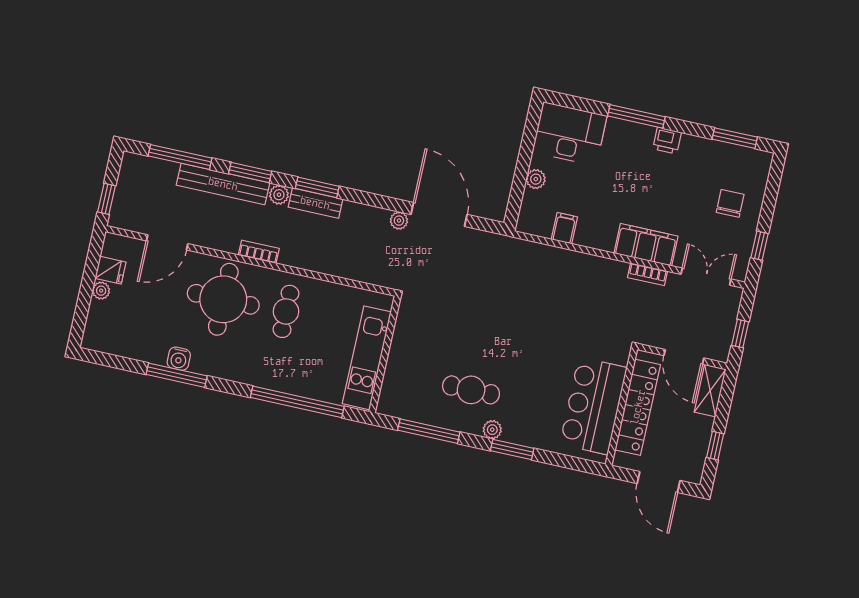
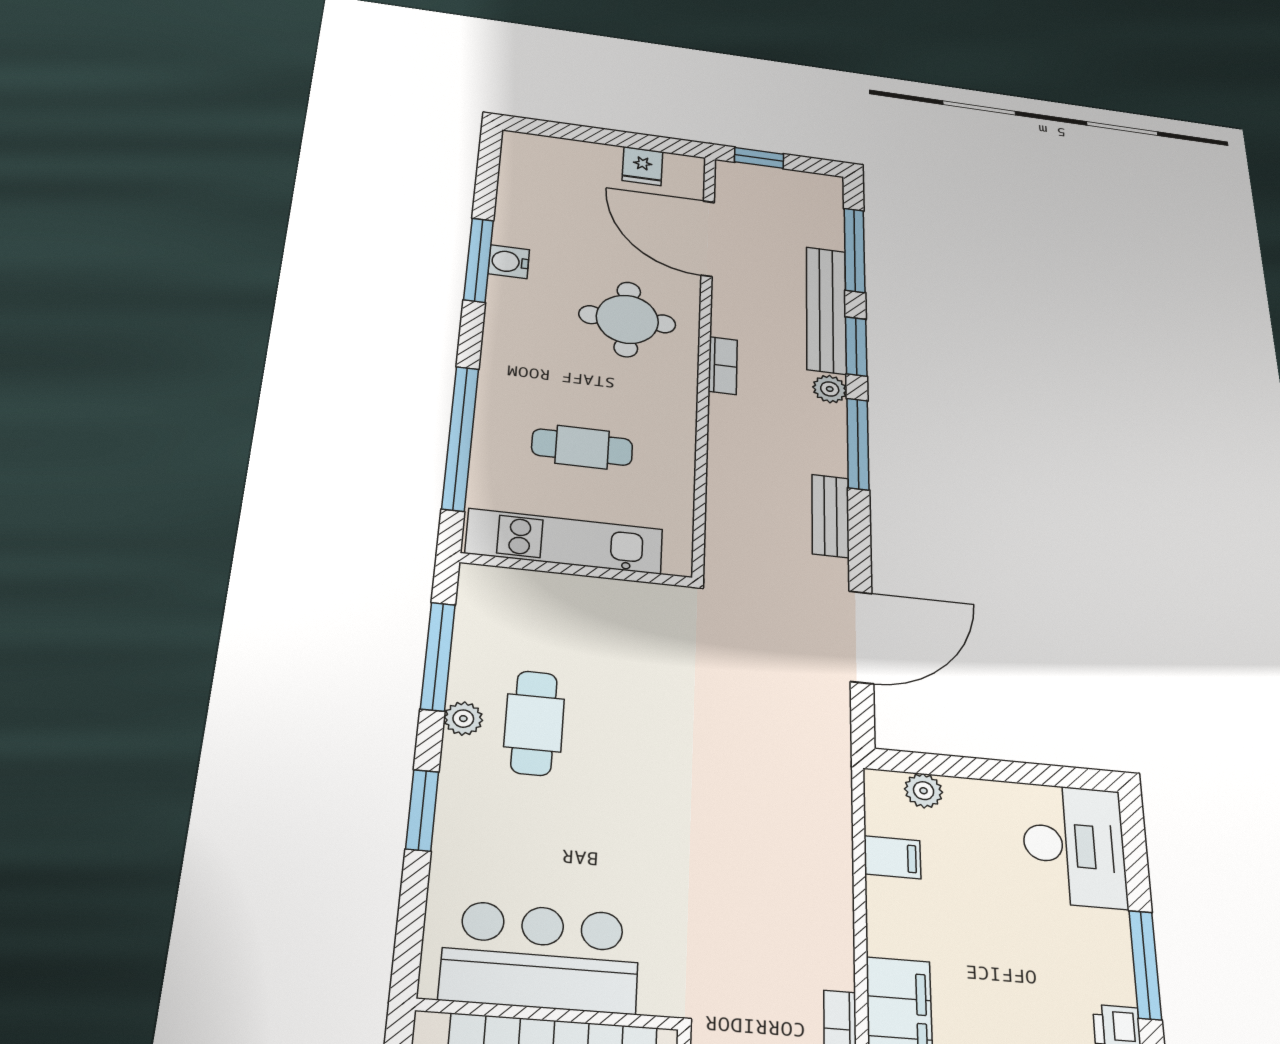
plant: (536, 179) -> (924, 791), moved
window: (317, 187) -> (858, 444), width x1.44
bench: (315, 203) -> (830, 516), moved
plant: (399, 221) -> (833, 573), removed
door: (167, 242) -> (708, 238), width x1.36
plant: (101, 291) -> (605, 155), removed
round table: (223, 299) -> (627, 319), width x0.73, depth x0.73
cafe table: (286, 311) -> (582, 447), moved
plant: (492, 430) -> (463, 719), moved

